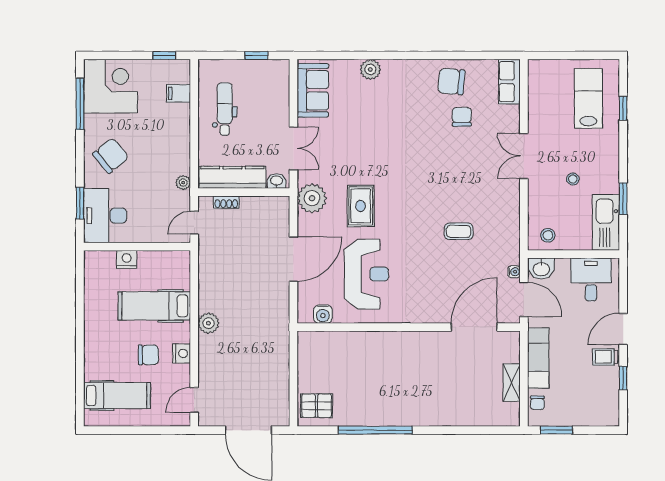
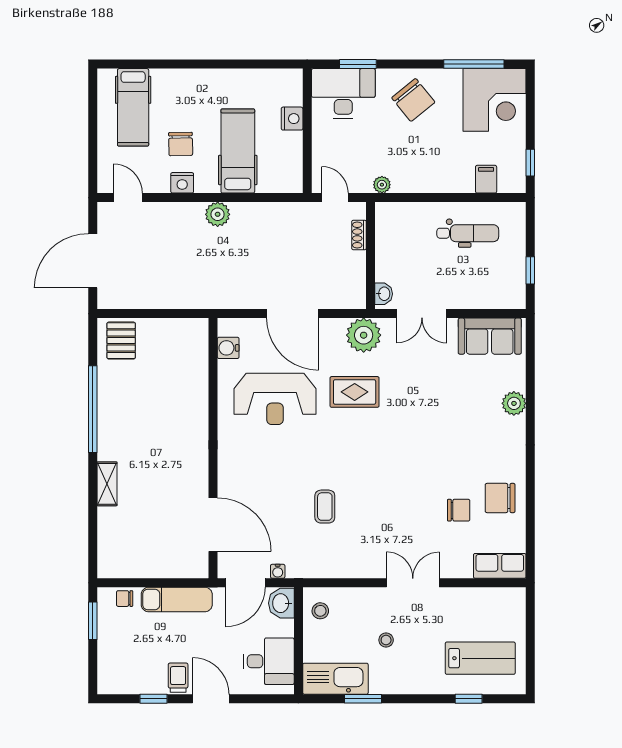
chair: (451, 81) -> (500, 498), turned -95
kitchen counter: (232, 177) -> (388, 242), removed
shelving: (512, 383) -> (107, 484), moved, turned 90

